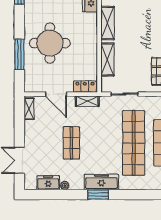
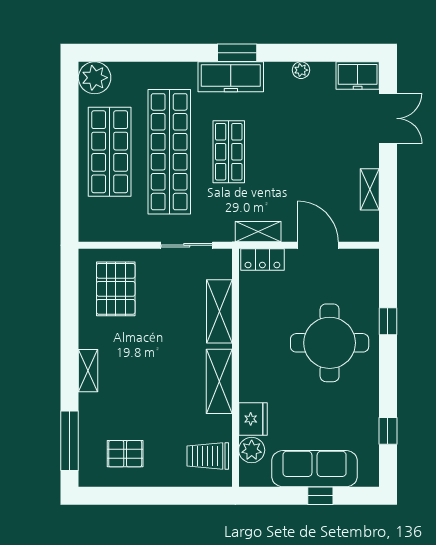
window: (19, 54) -> (388, 321), width x0.46
shelving: (29, 109) -> (370, 189), moved
shop shelf: (71, 143) -> (229, 152), moved
freezer: (48, 183) -> (358, 76), moved

